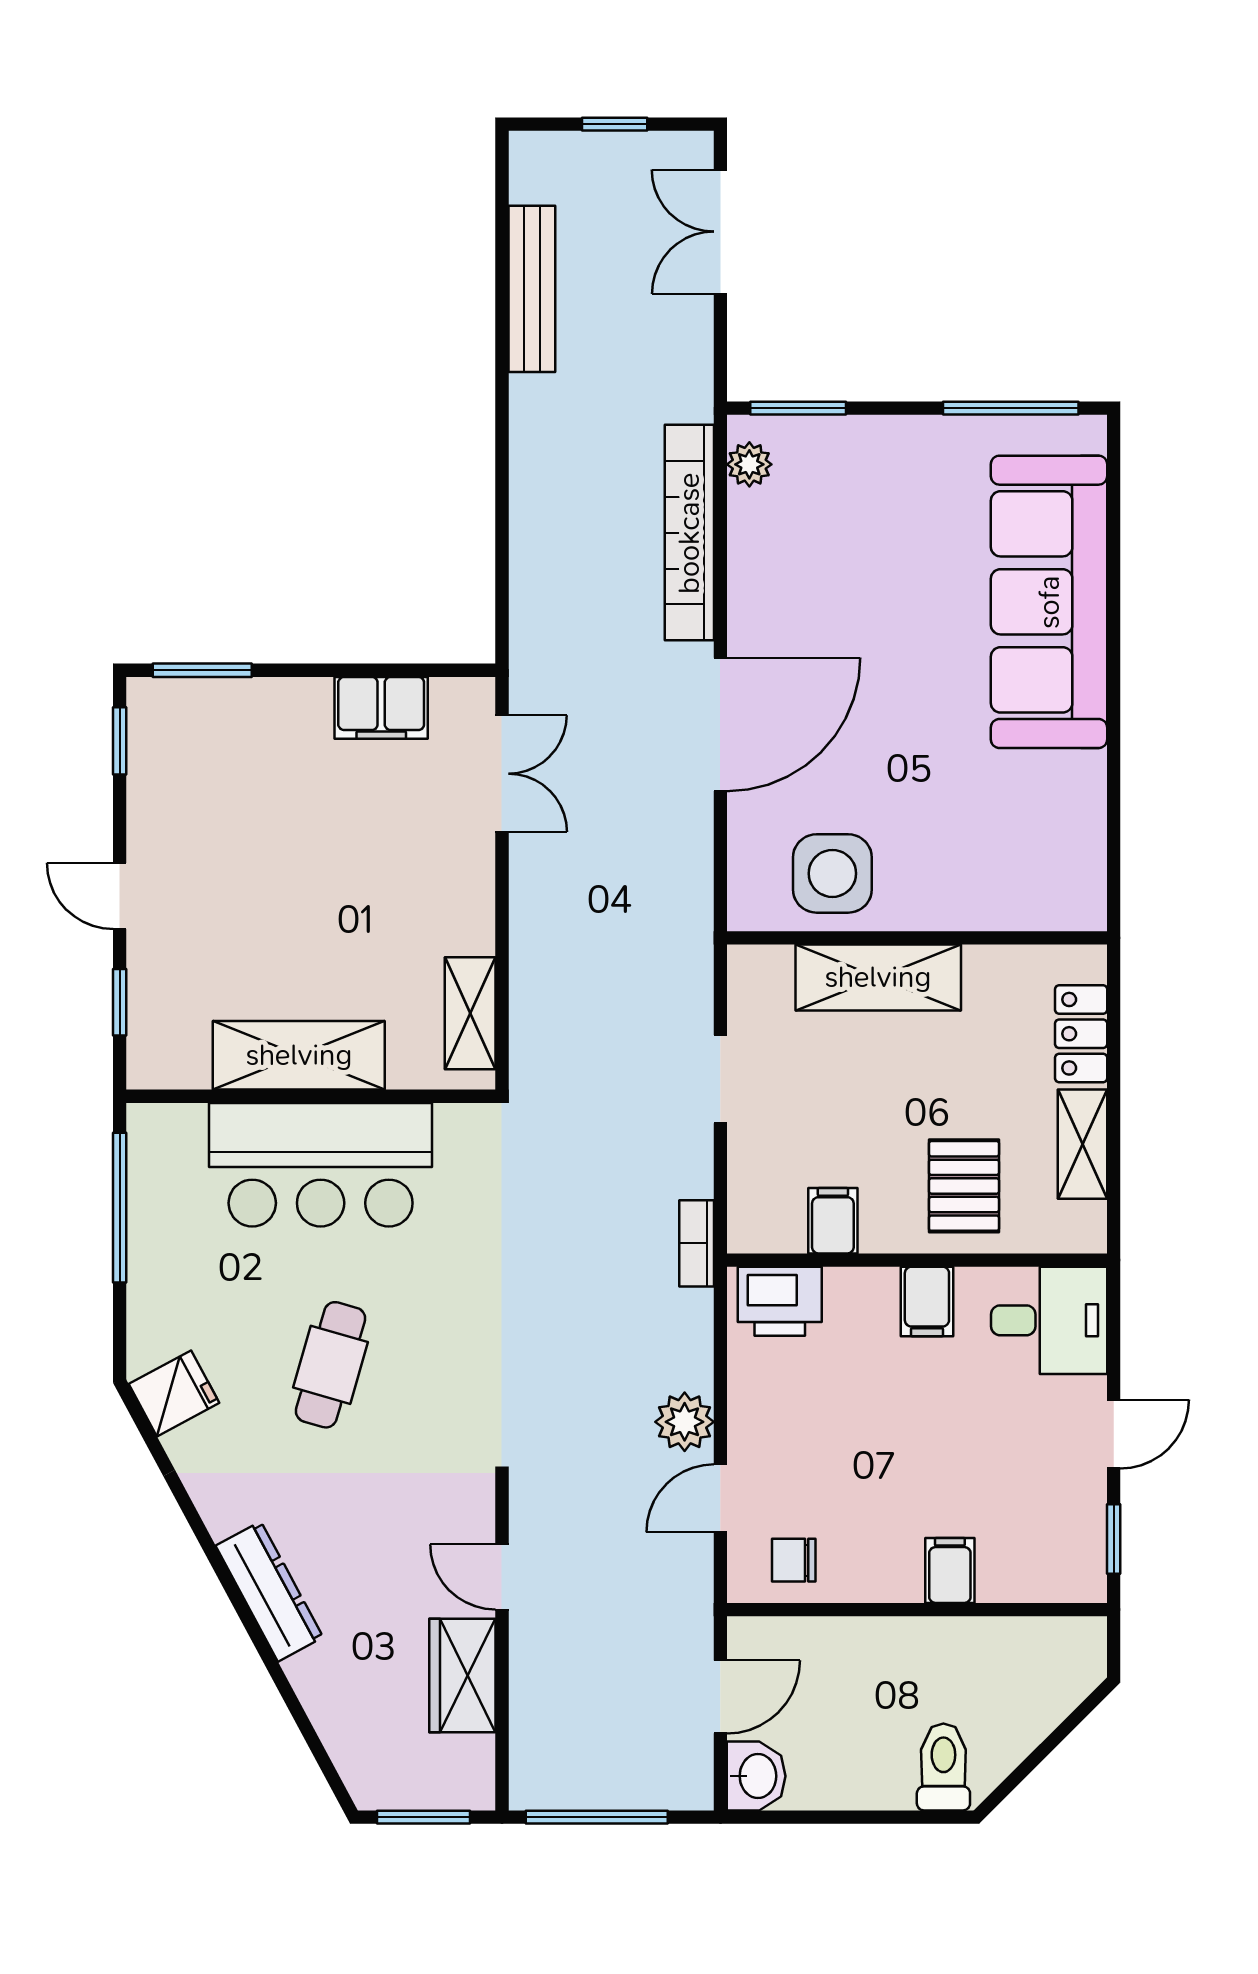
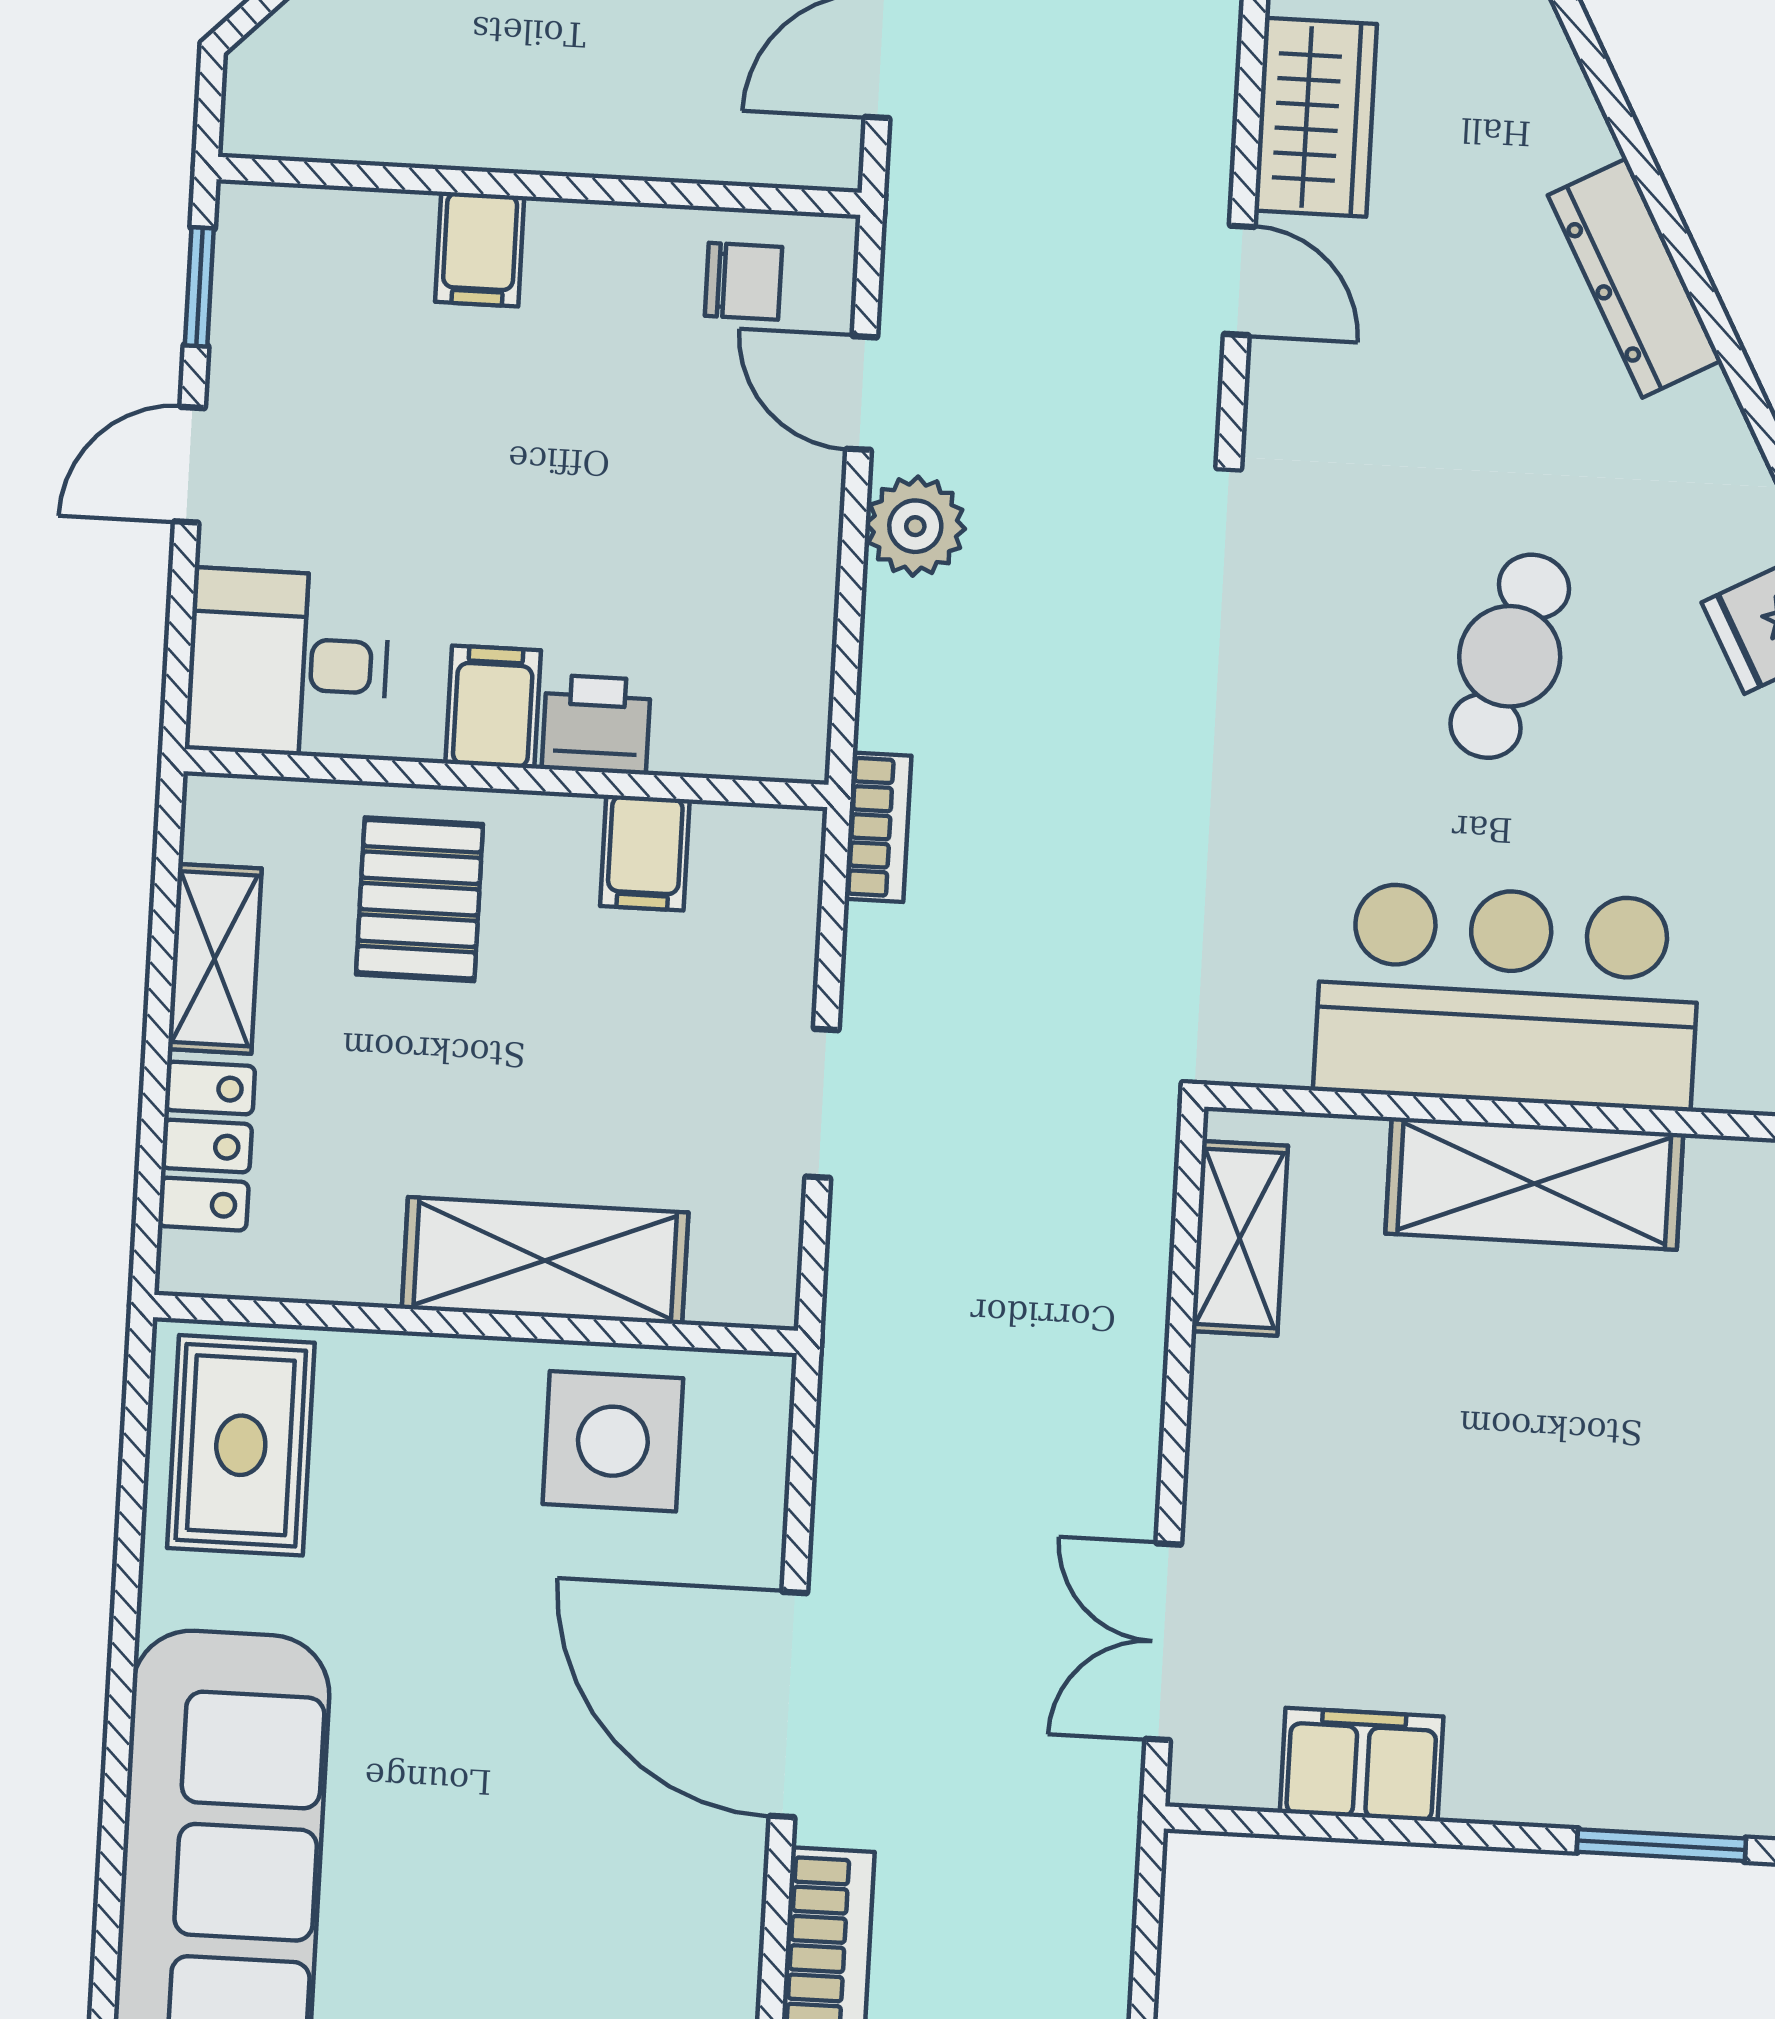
door: (720, 724) -> (788, 1704), hinge flipped
rug: (1051, 859) -> (241, 1445), added
printer: (780, 1301) -> (596, 725), moved, width x0.73, depth x0.81
door: (720, 1498) -> (862, 393), swing flipped

